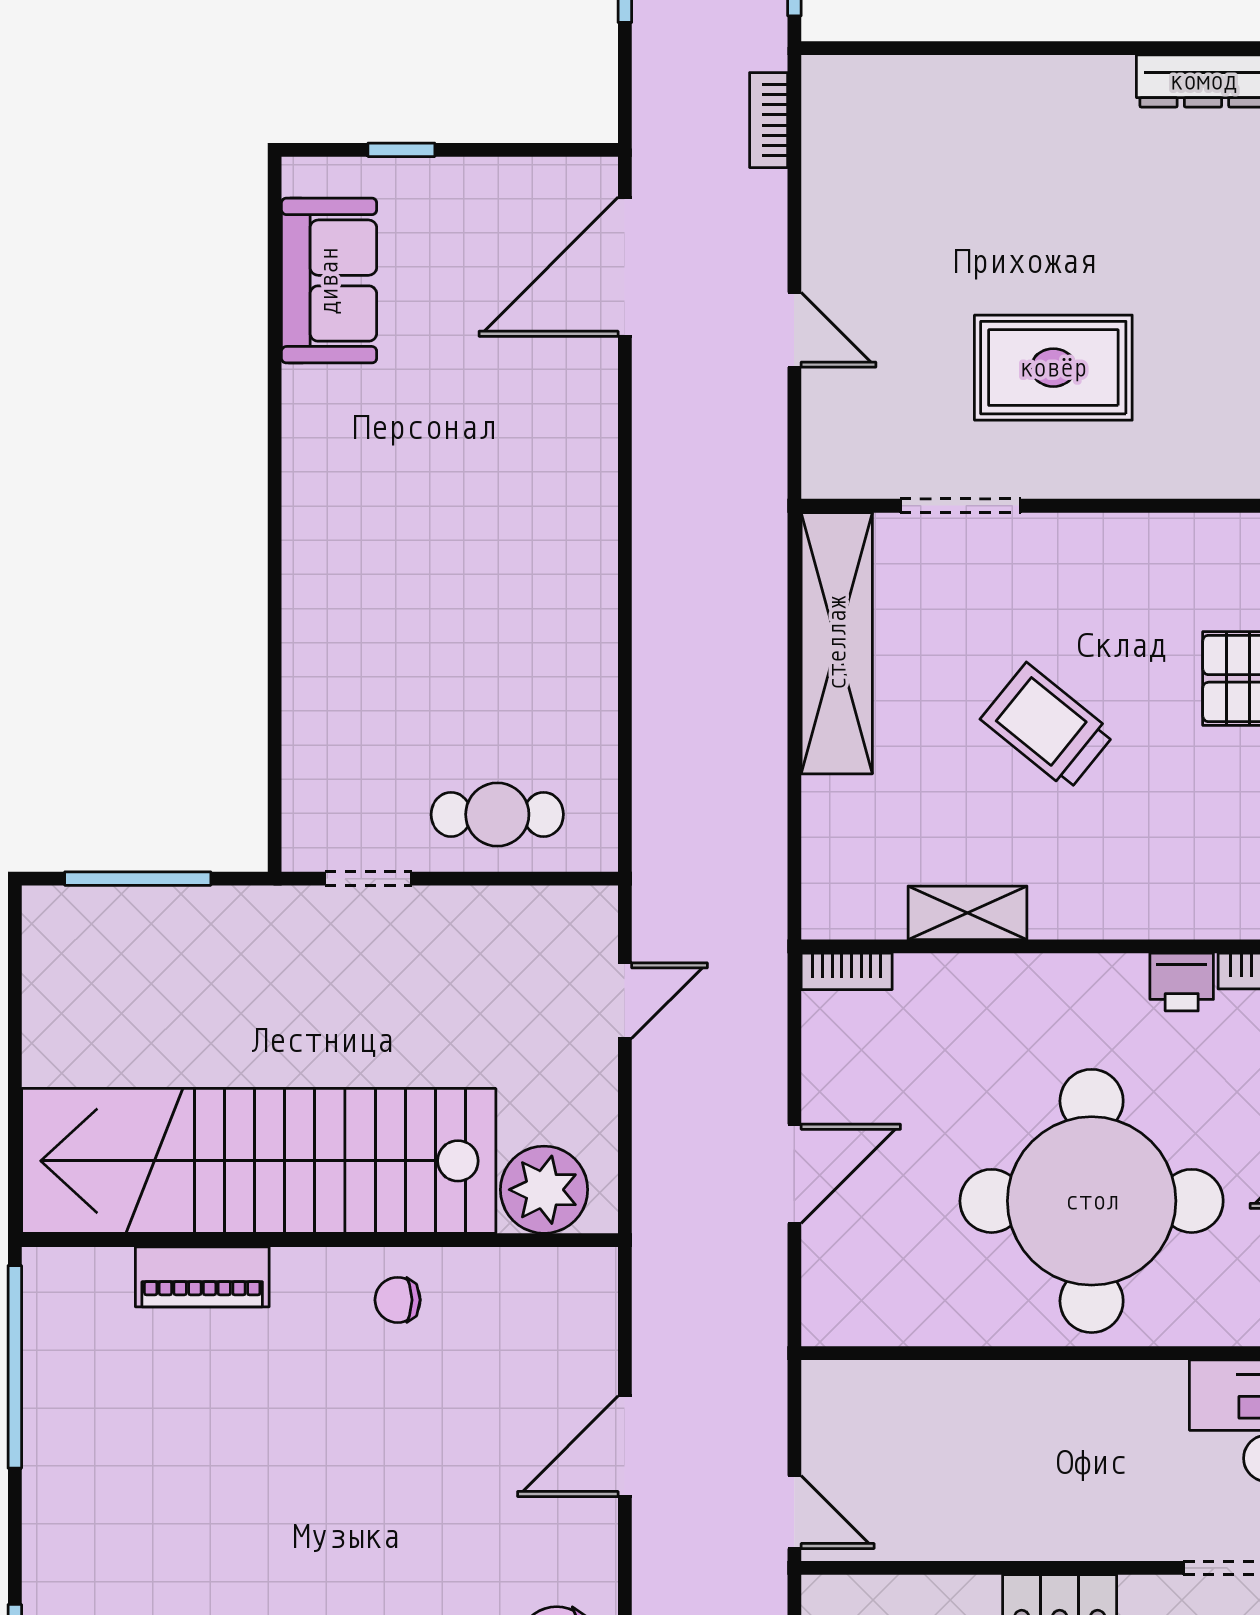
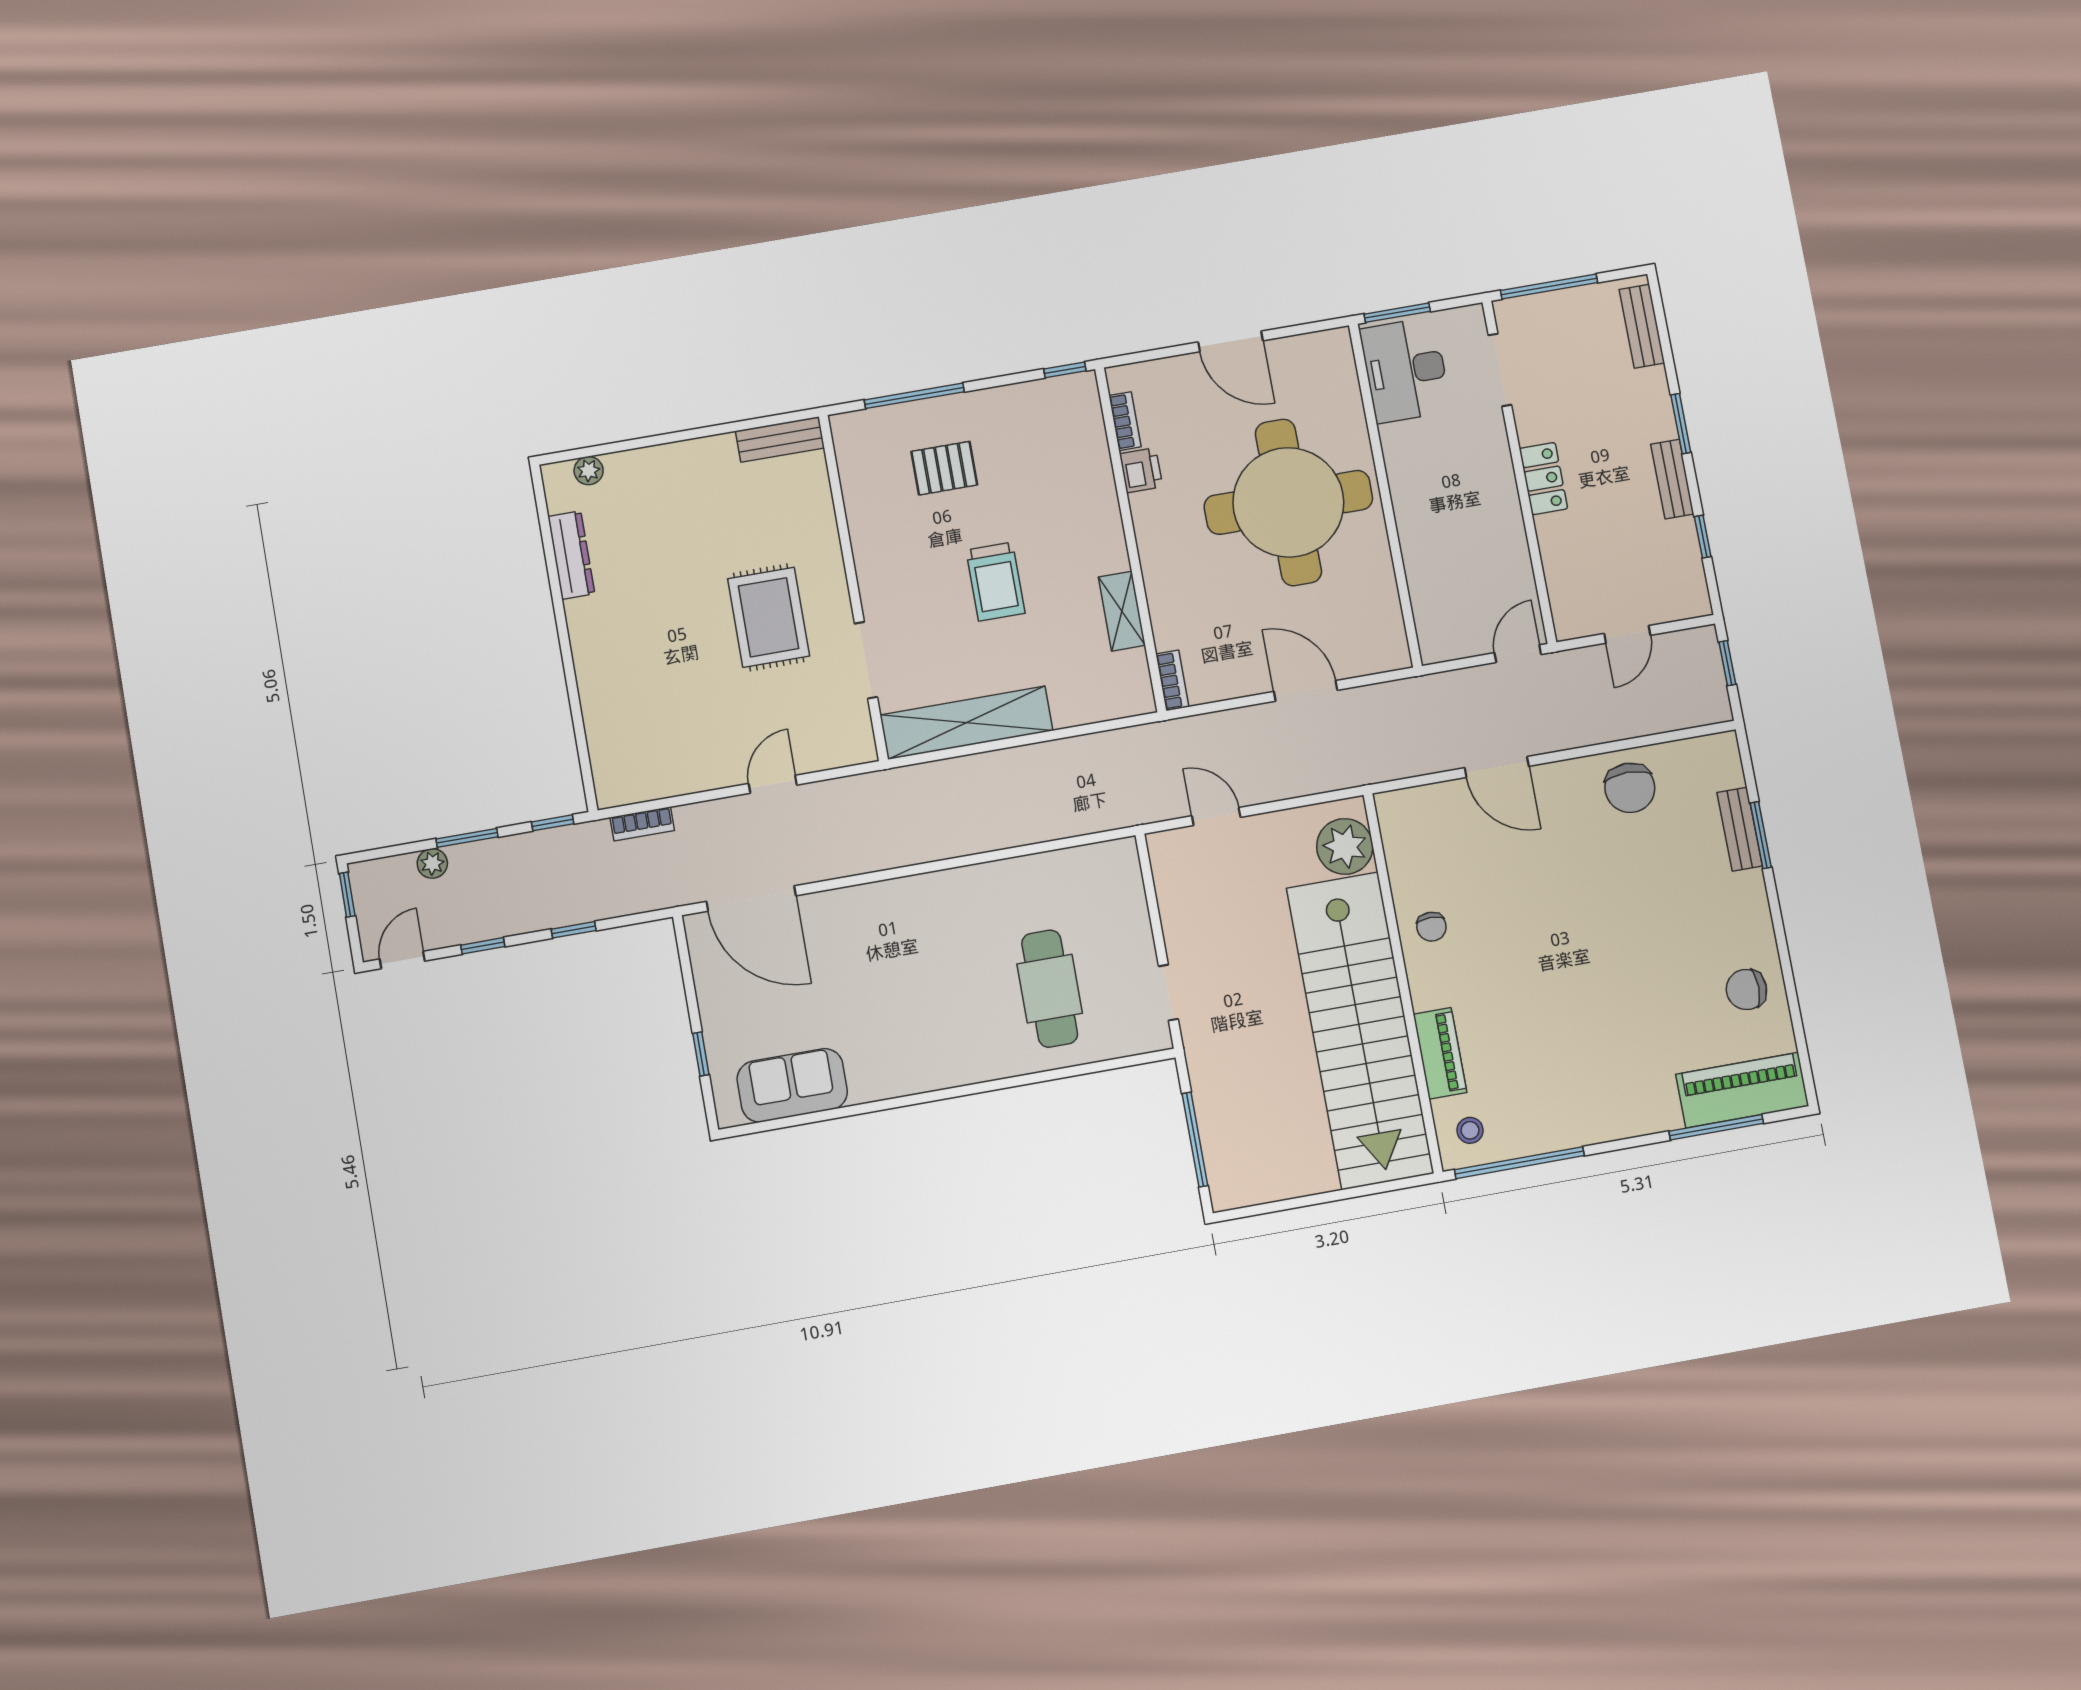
trolley: (1047, 726) -> (996, 582), turned -39
cafe table: (497, 814) -> (1050, 989), moved, width x1.37, depth x1.35
stool: (77, 1301) -> (1470, 1130), added

